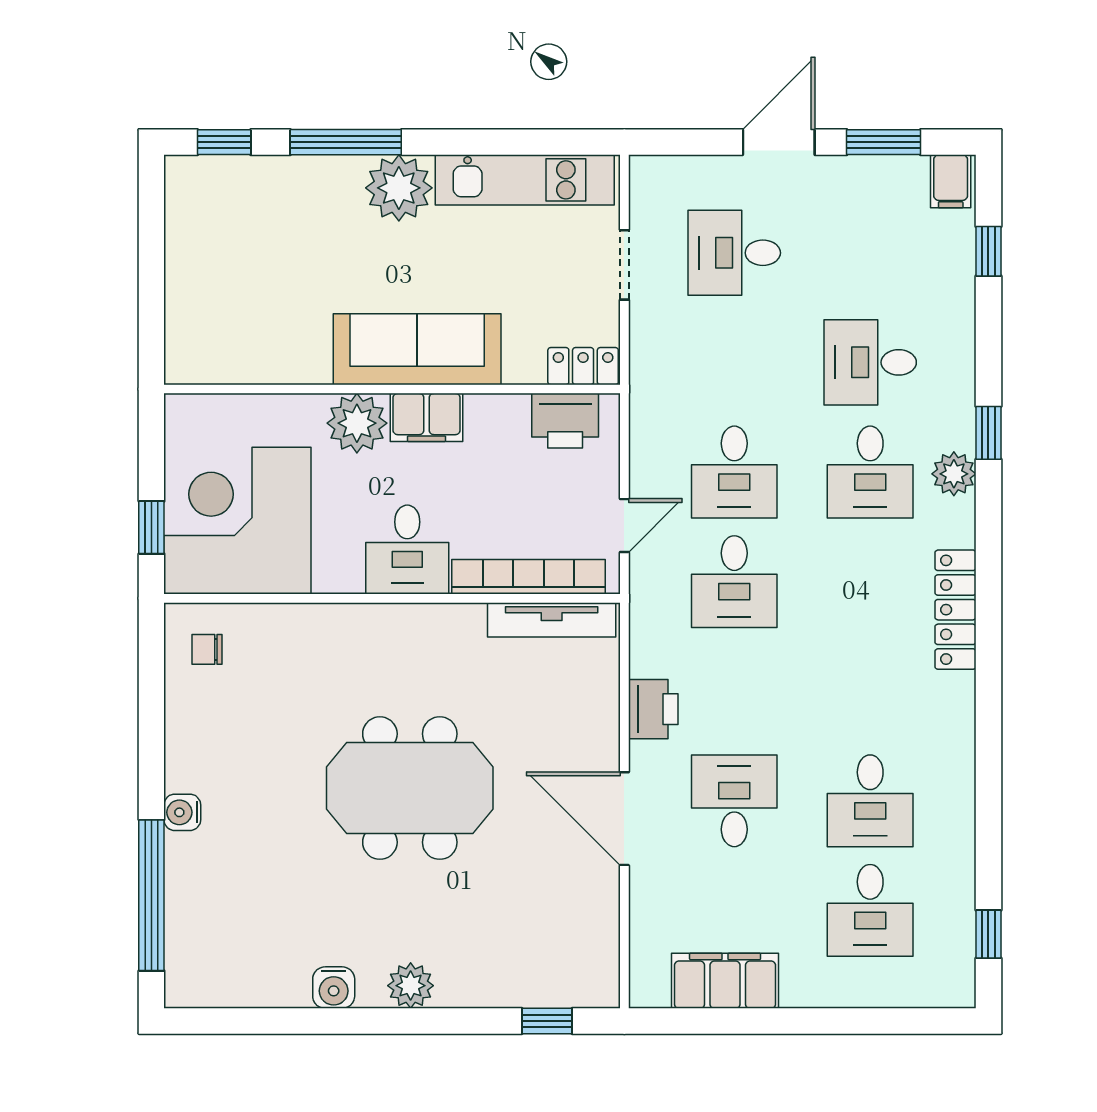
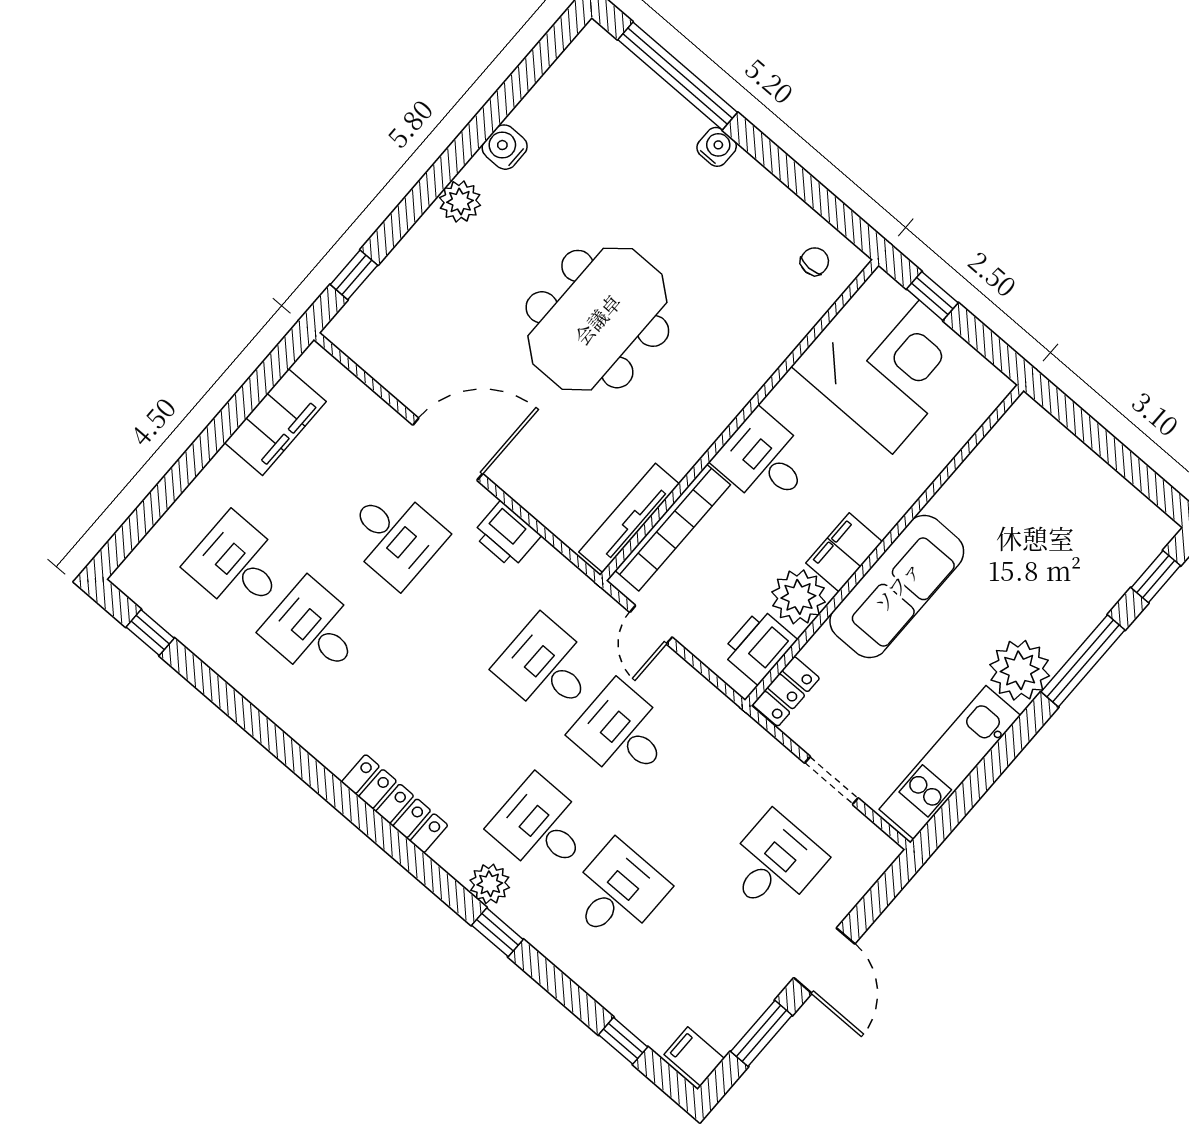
plant: (357, 423) -> (798, 597), moved

